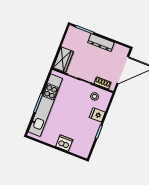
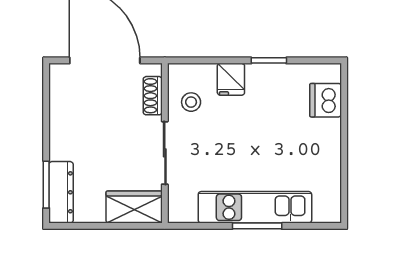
dresser: (101, 43) -> (61, 192), moved
kitchen unit: (45, 105) -> (255, 207), width x0.73
dishwasher: (64, 143) -> (326, 100), moved

